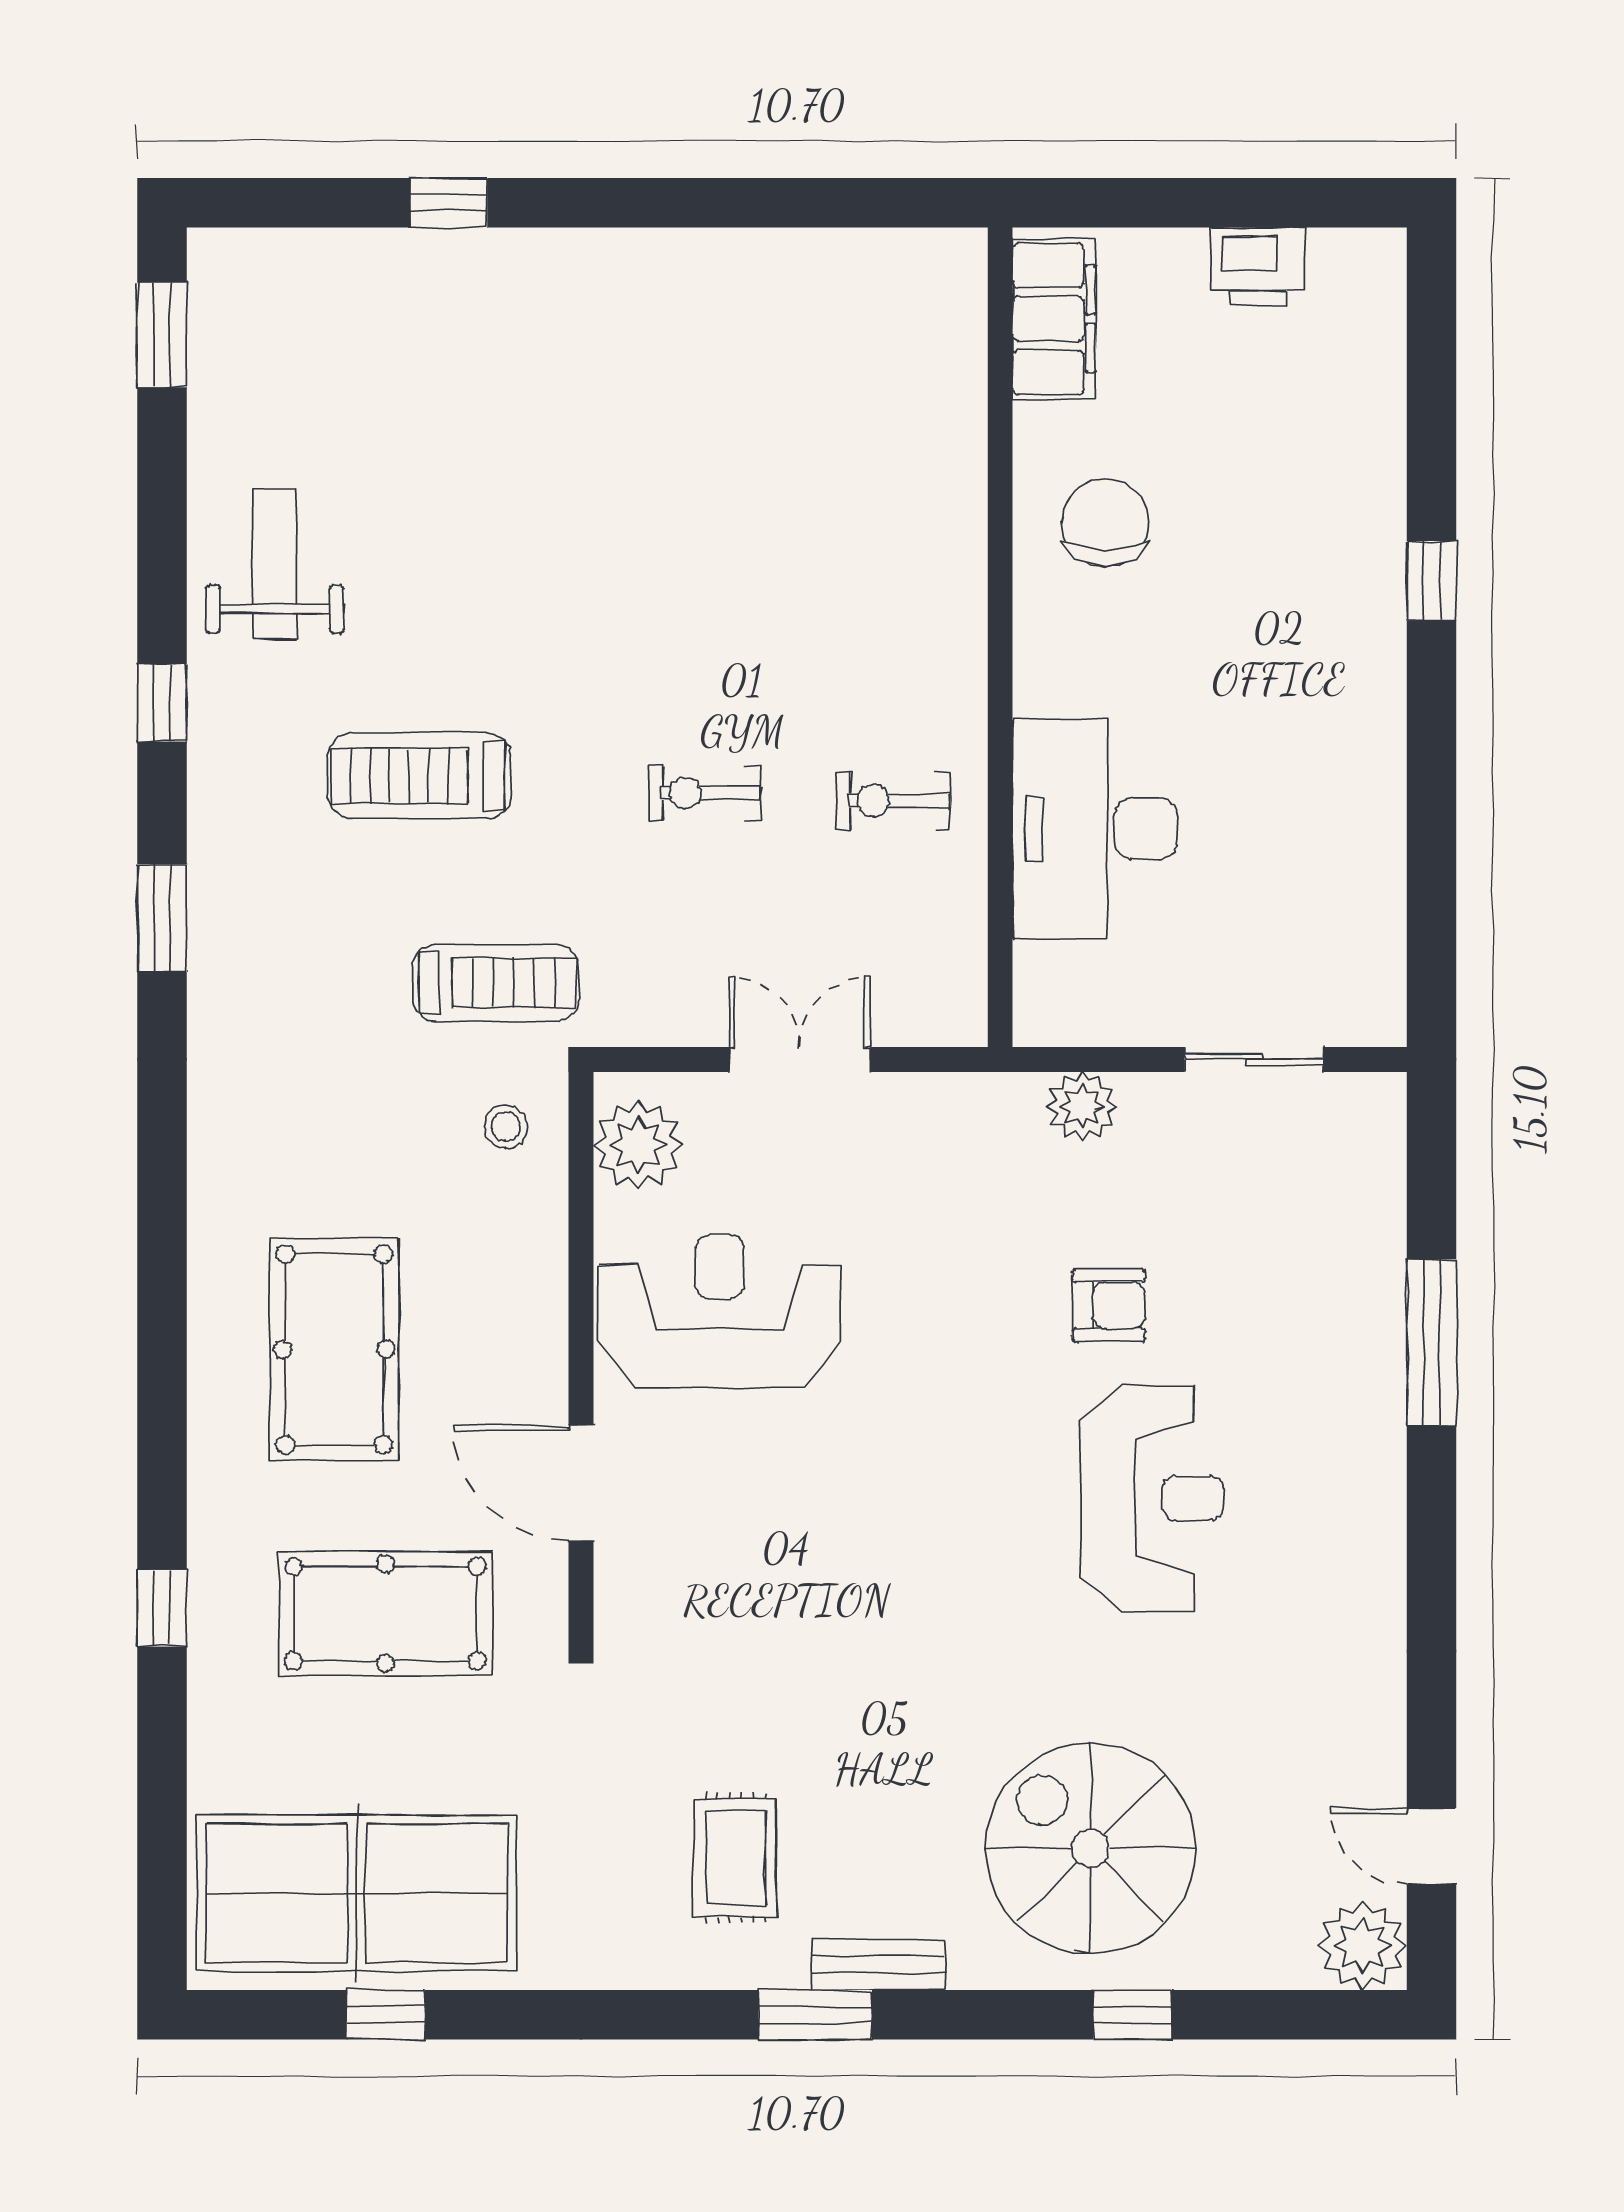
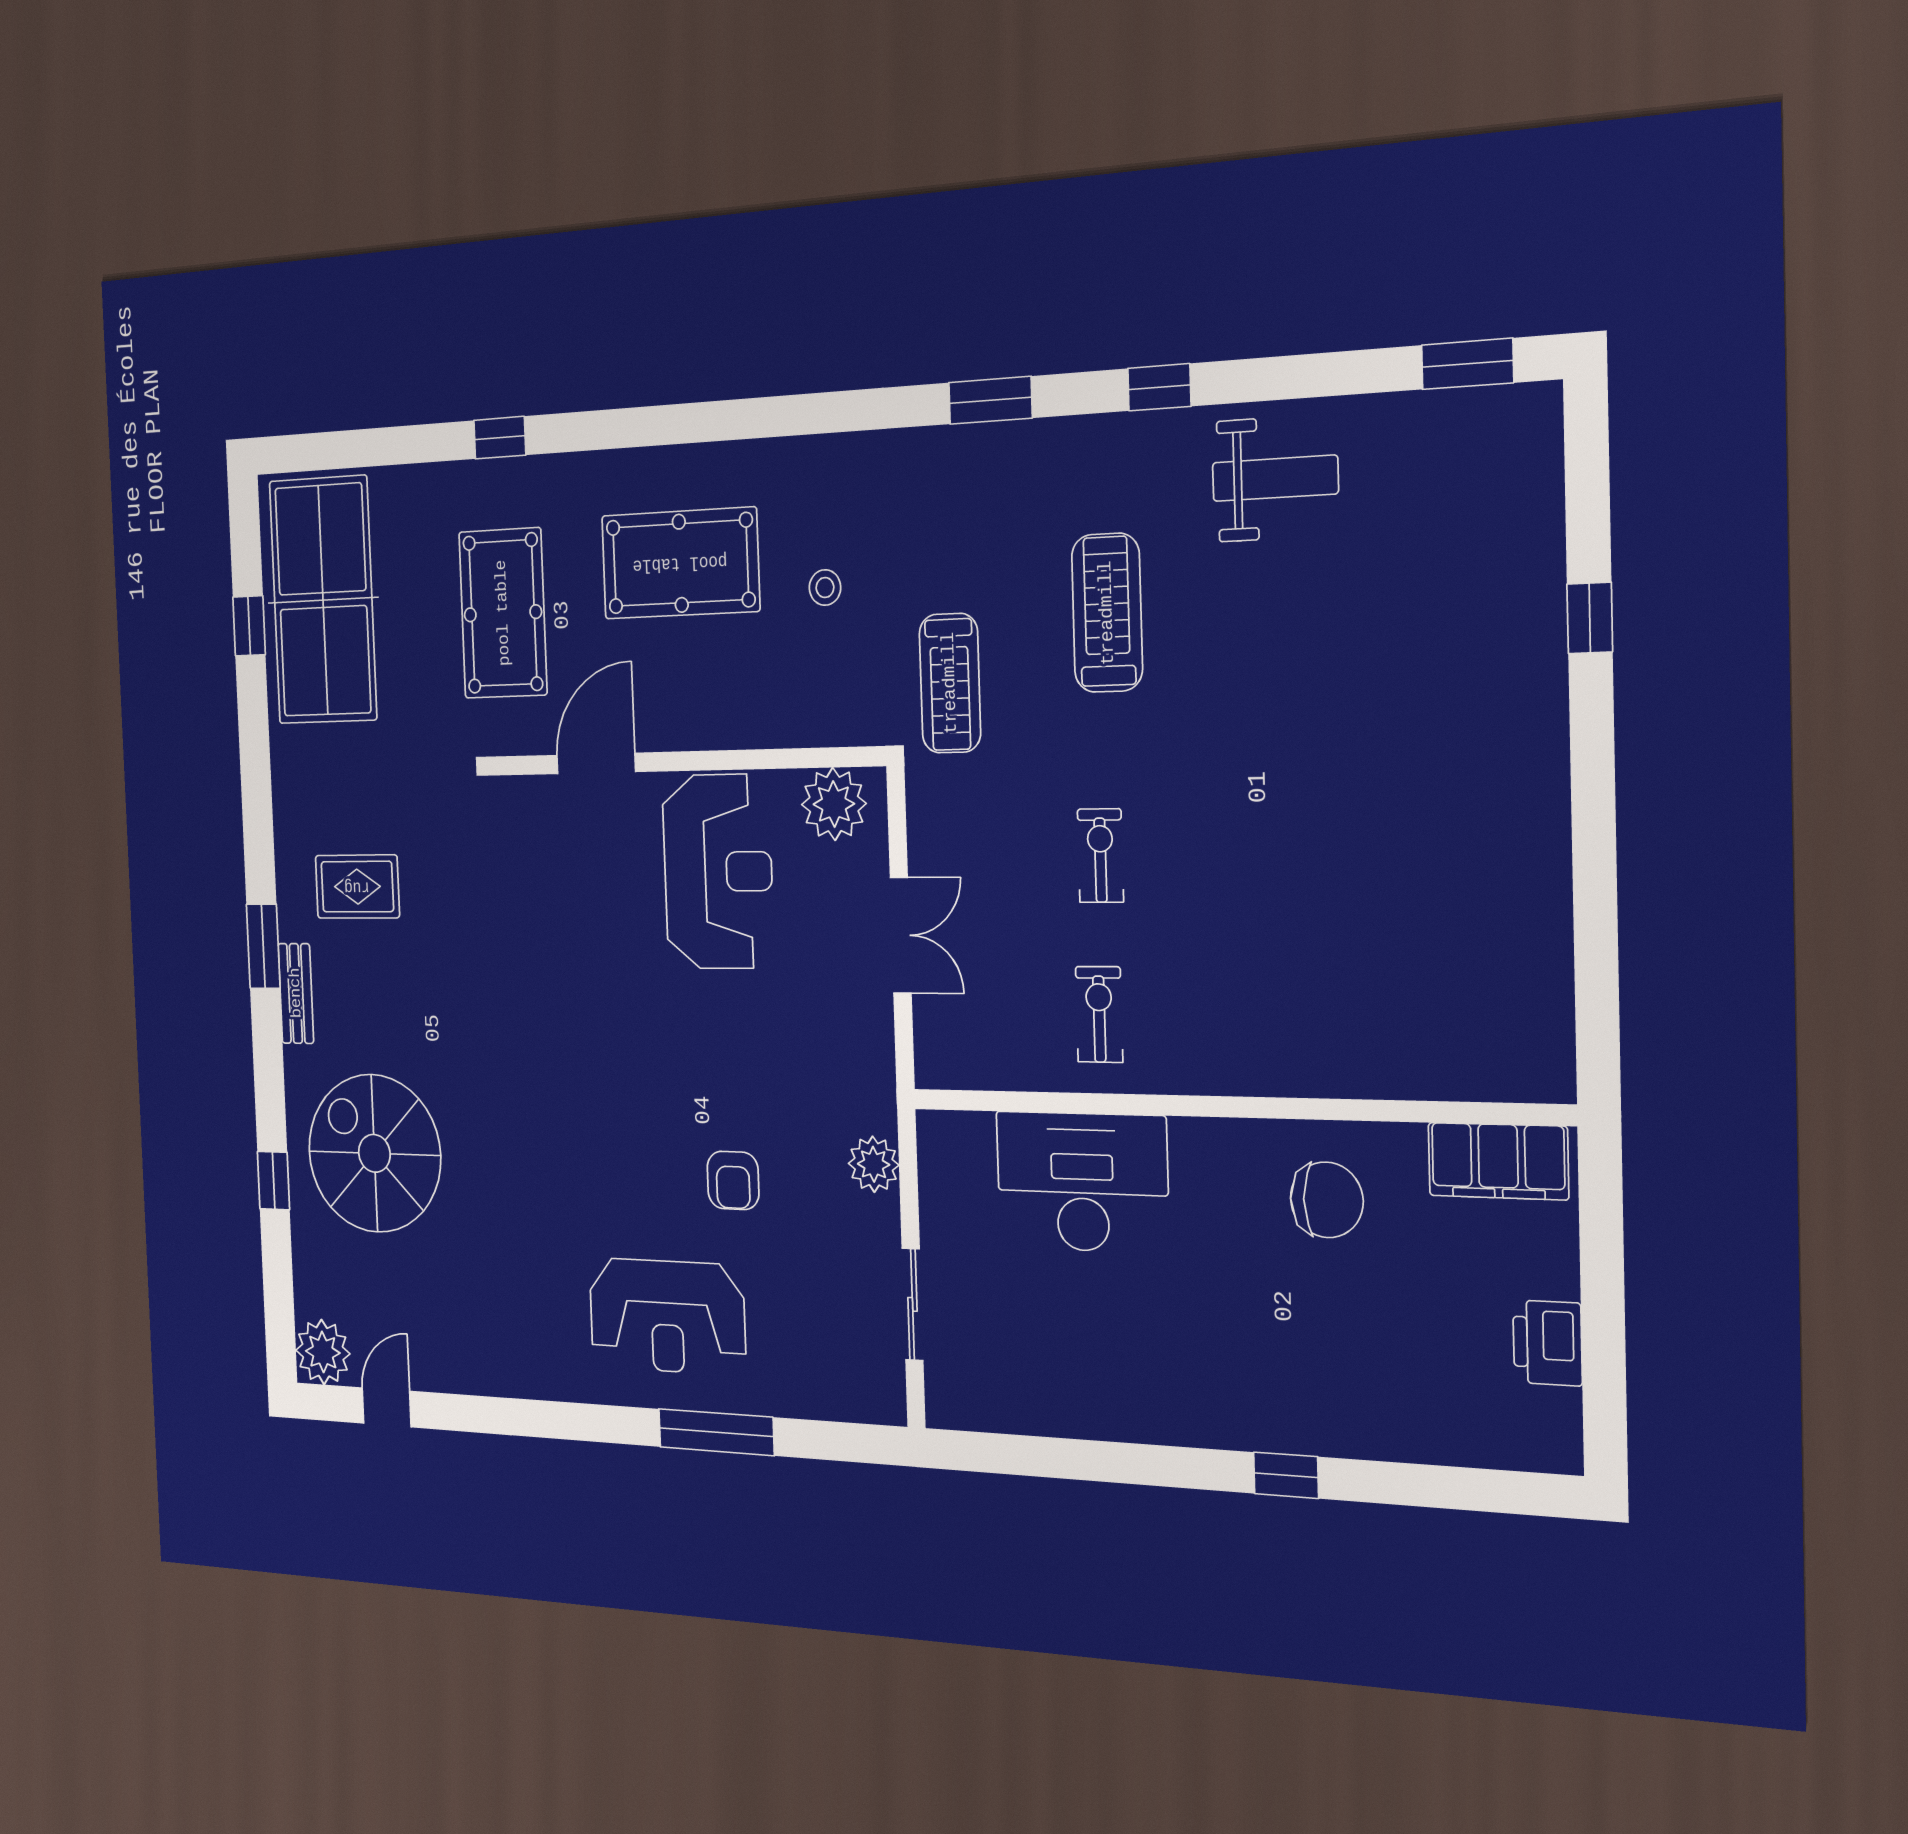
stool: (506, 1127) -> (825, 588), moved
reception desk: (1152, 1498) -> (667, 1316), moved
spiral stairs: (1091, 1848) -> (374, 1153), turned -90

